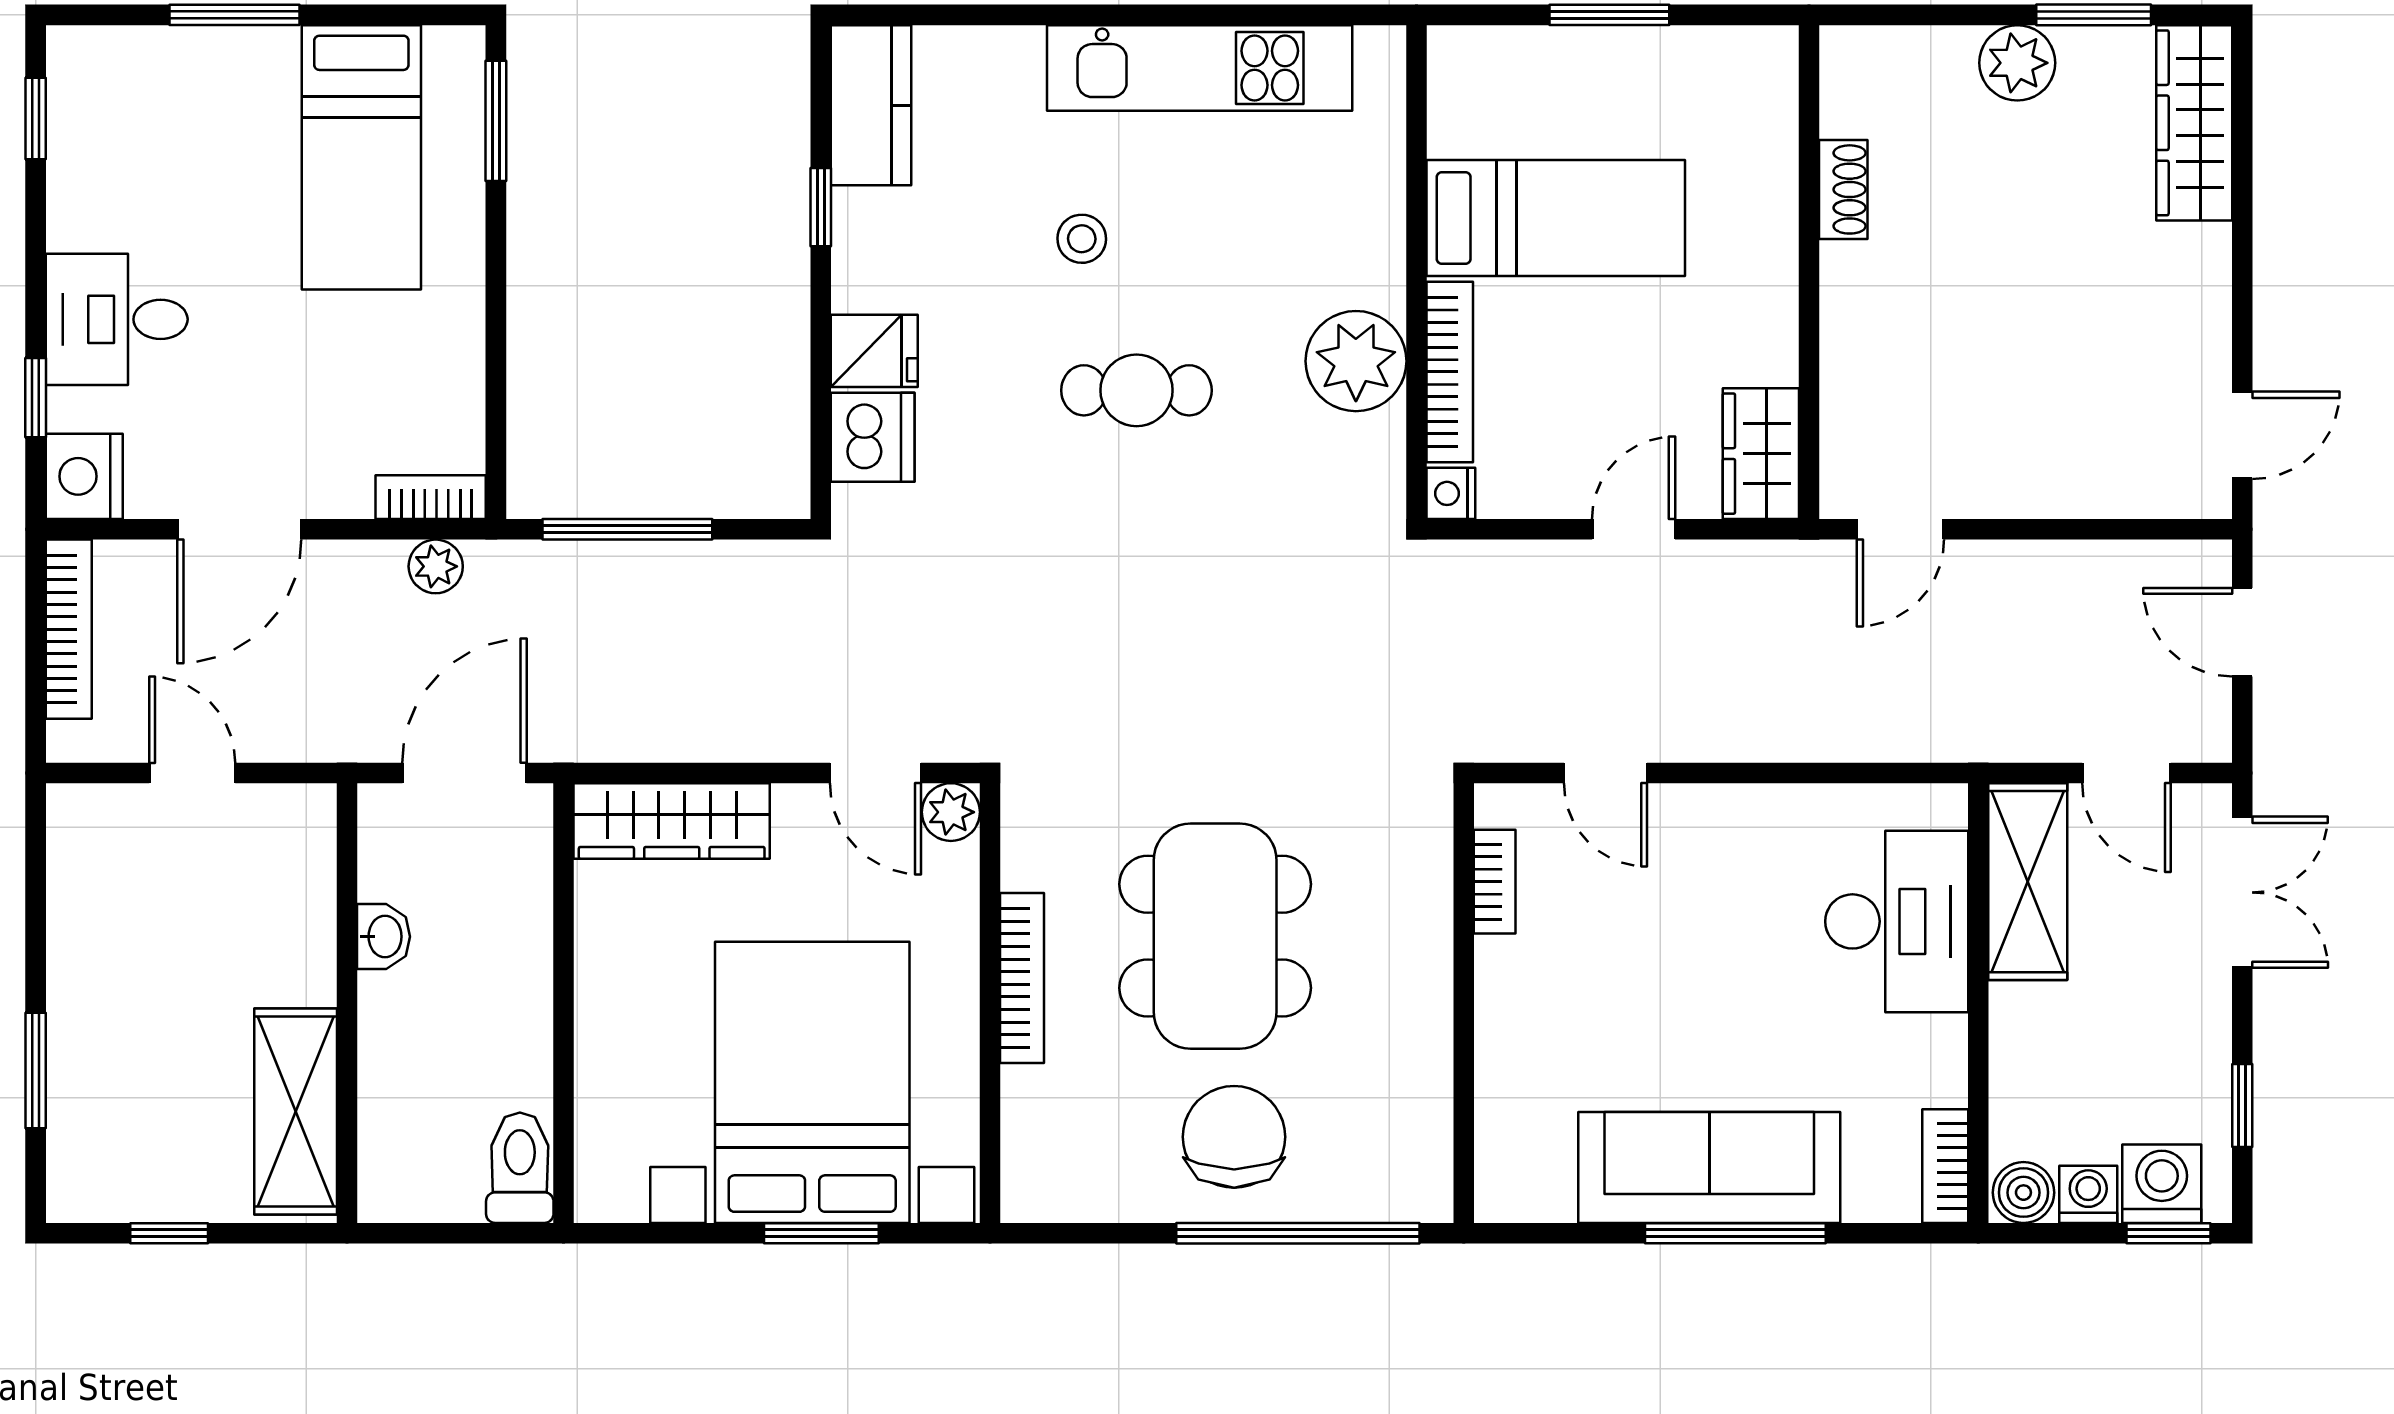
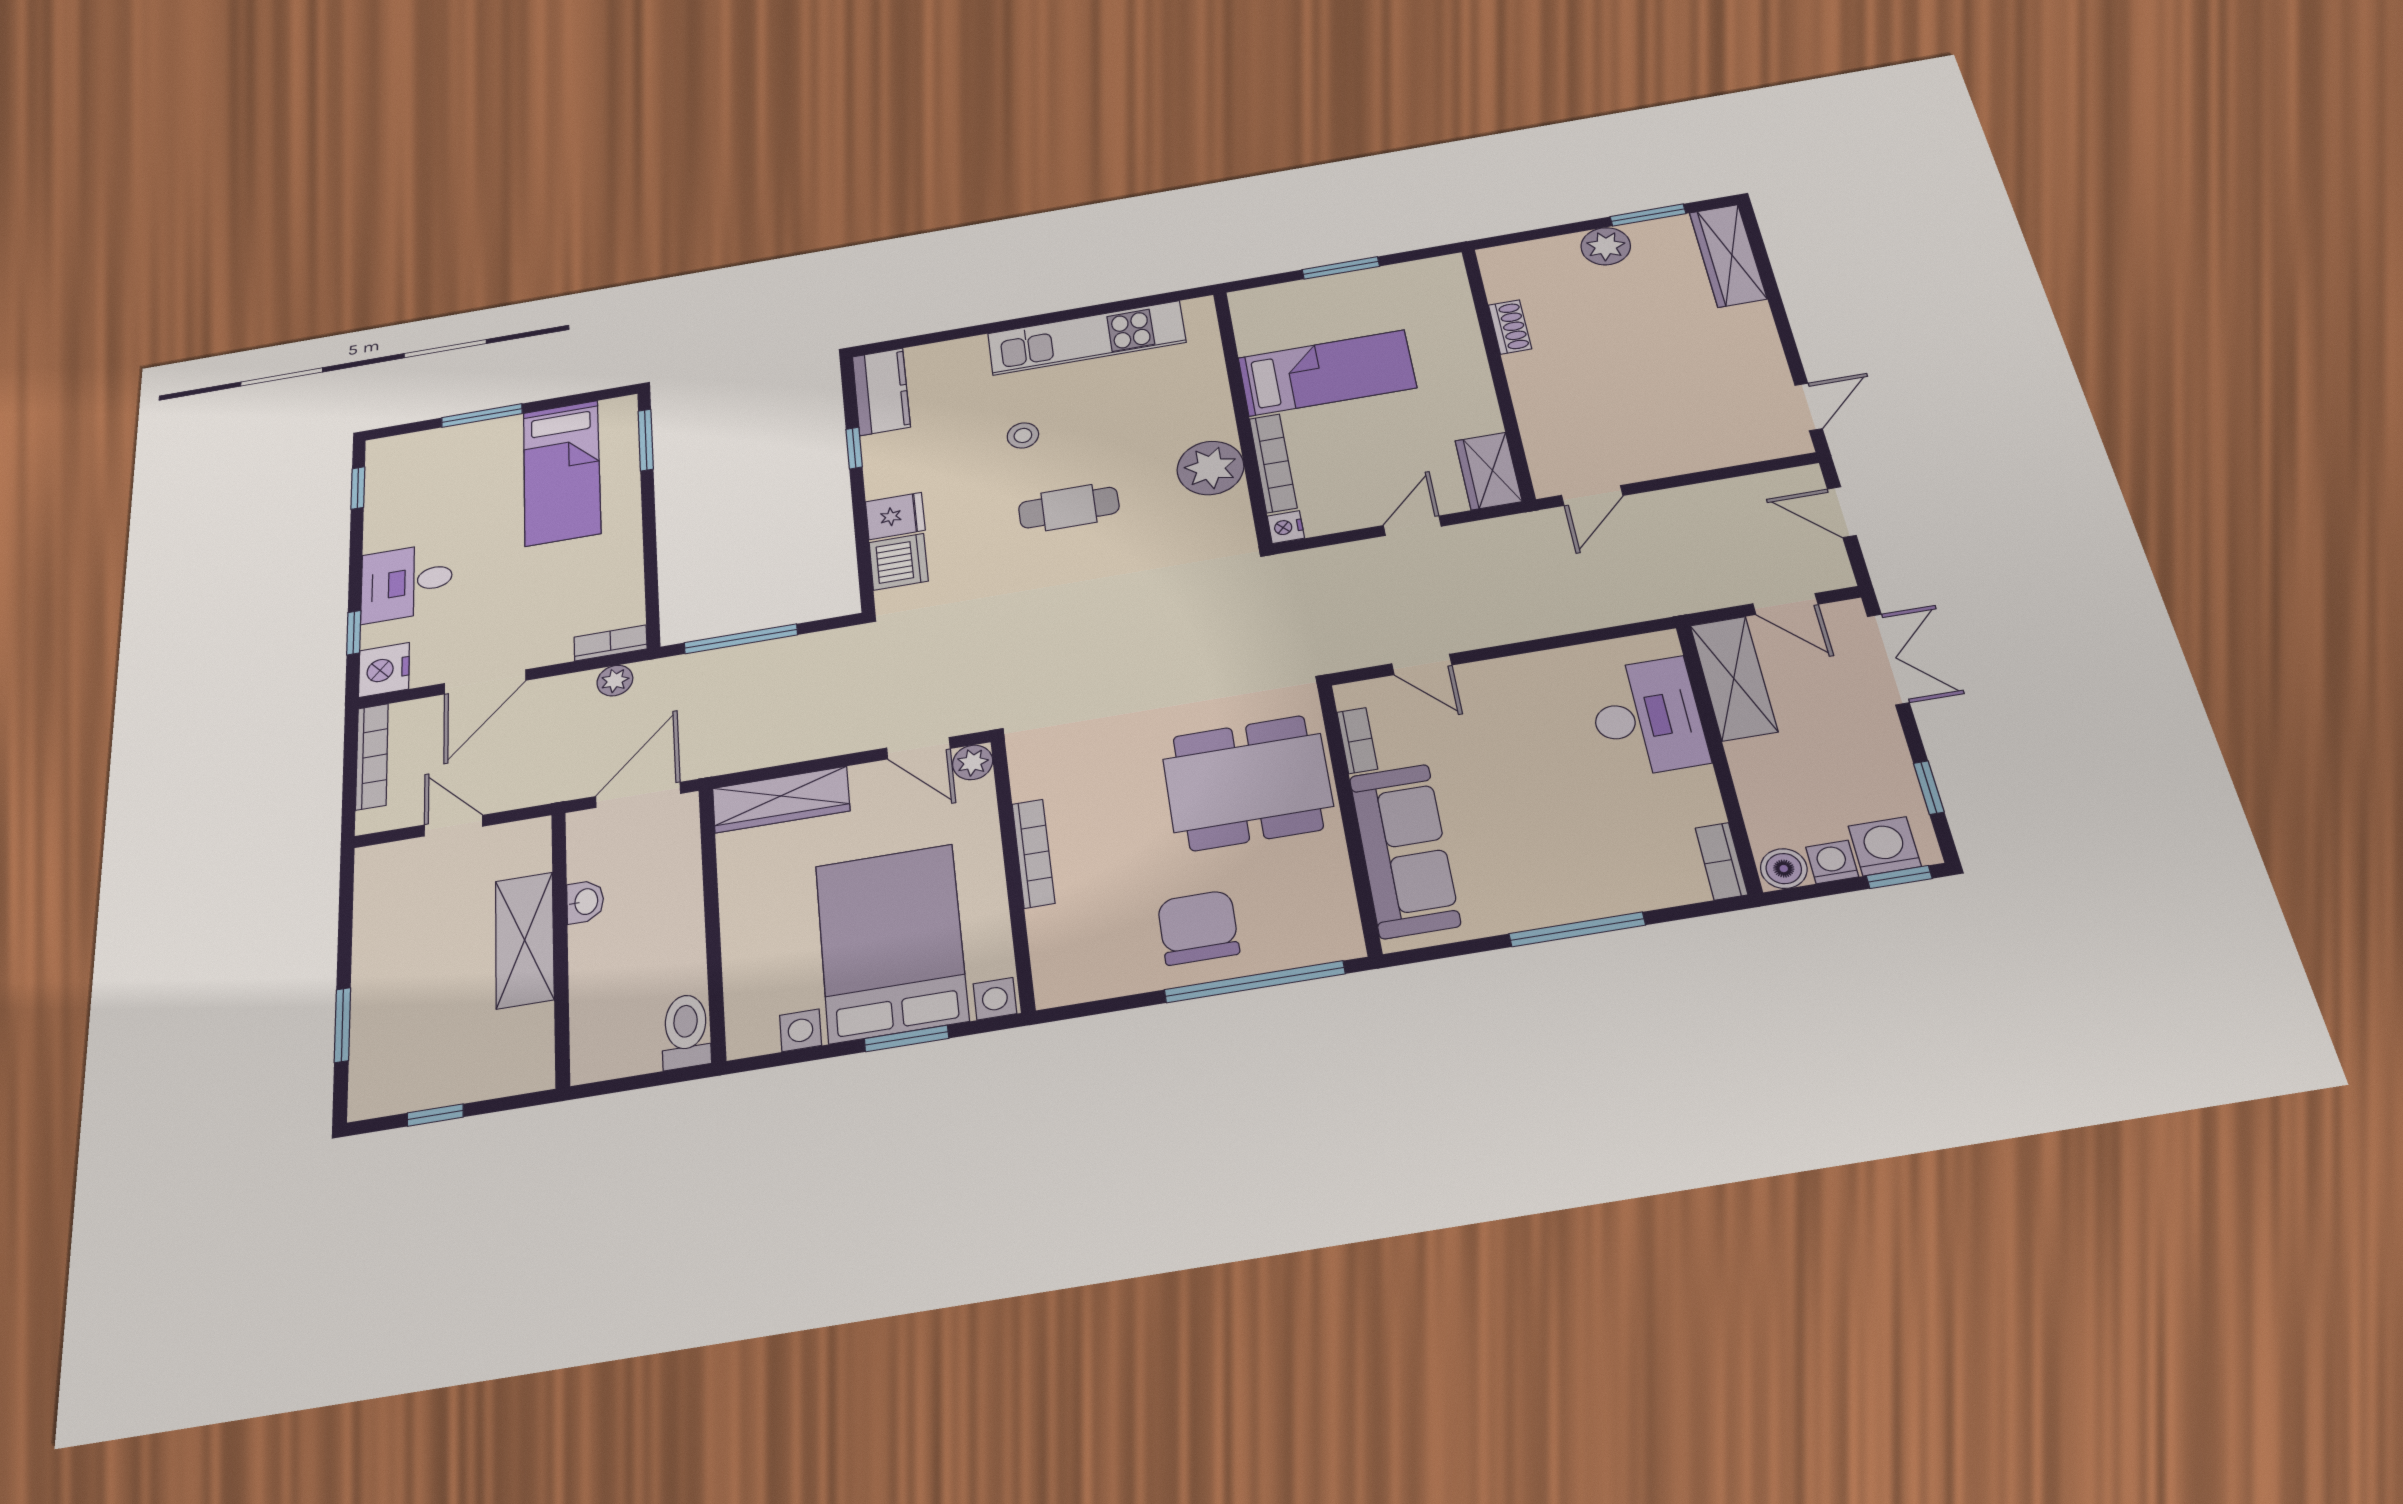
dining table: (1215, 936) -> (1248, 783), moved, turned 90
shelving: (296, 1111) -> (525, 940), moved
sofa: (1709, 1167) -> (1404, 850), moved, turned 90

